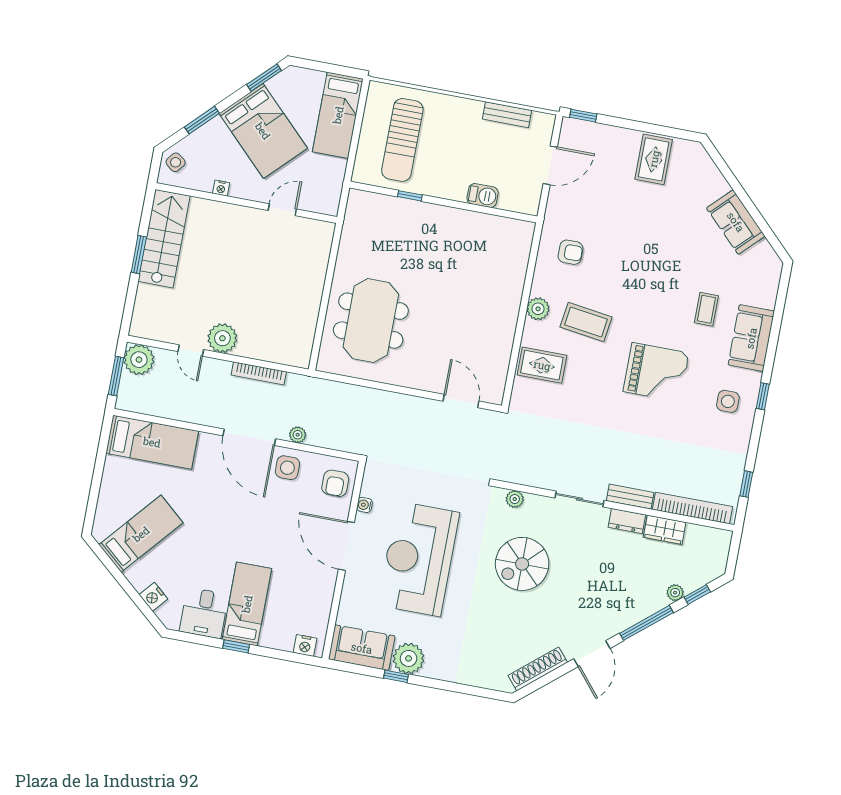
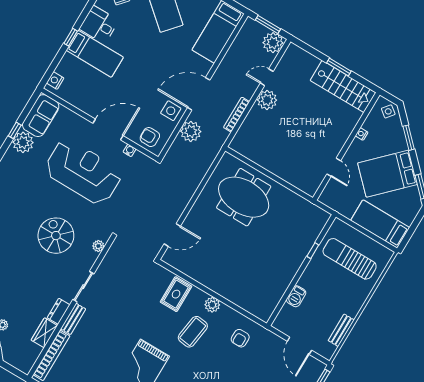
plant: (298, 435) -> (191, 131), width x1.87, depth x1.87

